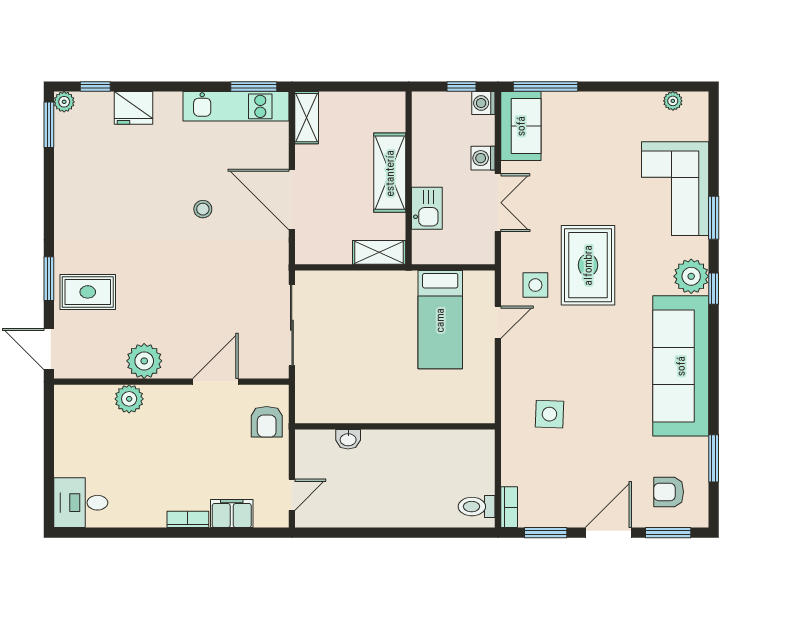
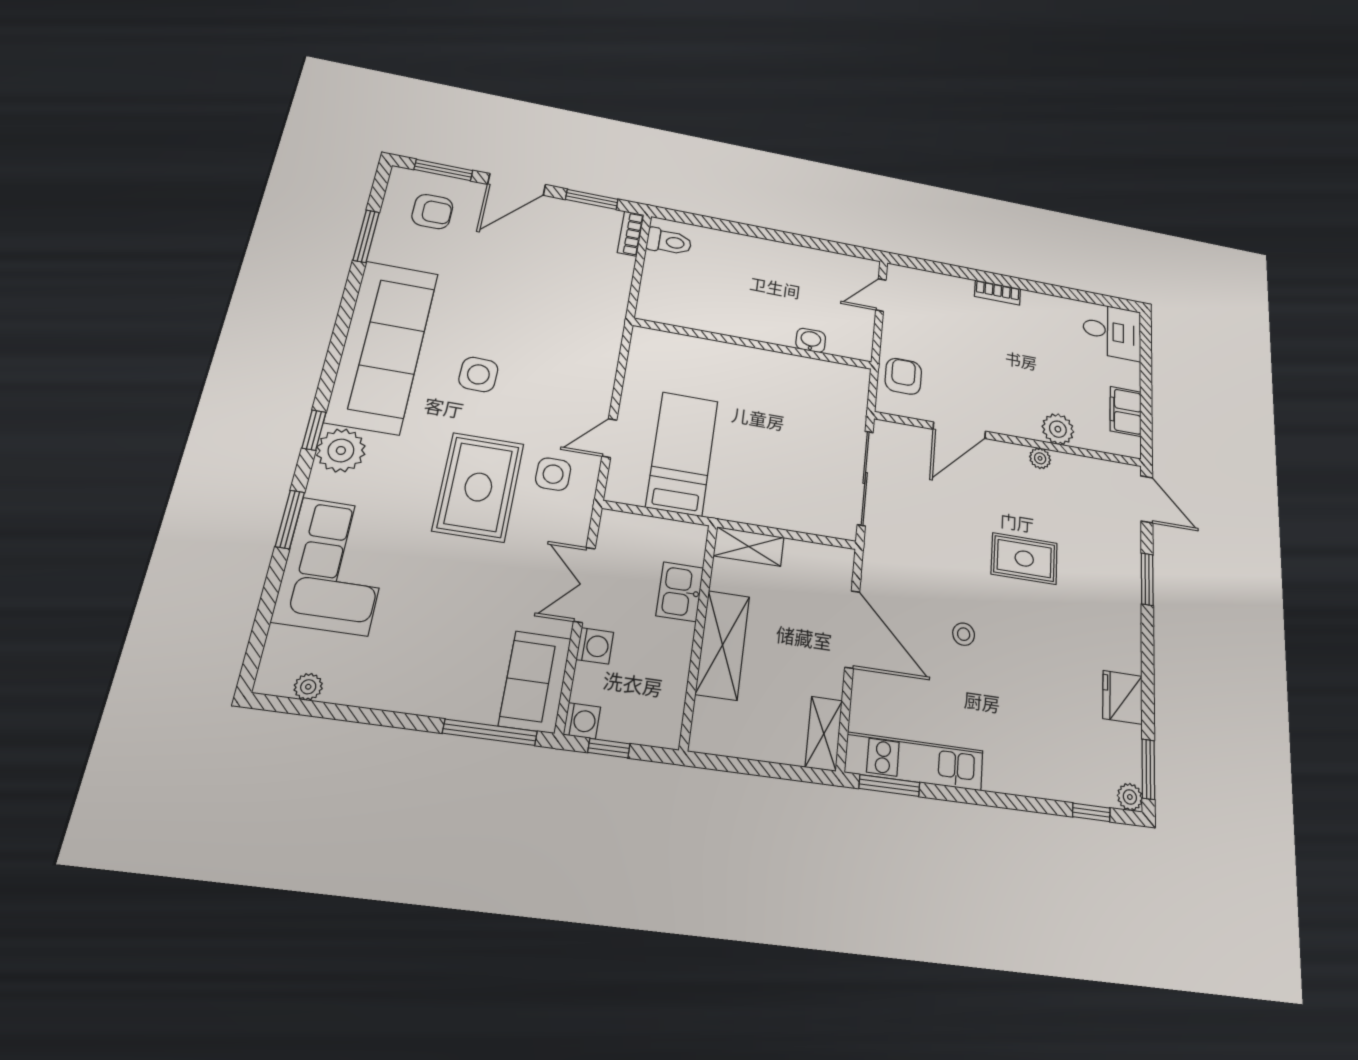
fridge: (133, 108) -> (1123, 697), moved, turned -90
rug: (88, 292) -> (1024, 559), moved
plant: (144, 361) -> (1040, 458), width x0.53, depth x0.53
side table: (549, 414) -> (478, 374), moved
filing cabinet: (232, 514) -> (1126, 411), moved, turned 90

